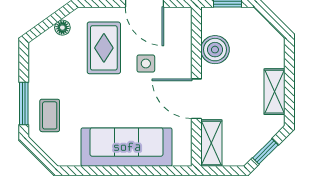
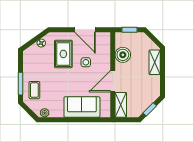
shelving: (275, 92) -> (155, 62), moved
door: (196, 99) -> (113, 81), hinge flipped
sofa: (127, 147) -> (82, 107), width x0.73
plant: (69, 158) -> (45, 113), added

